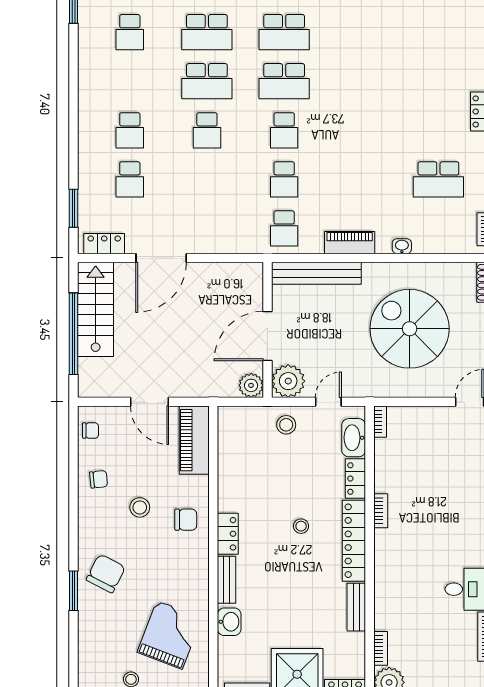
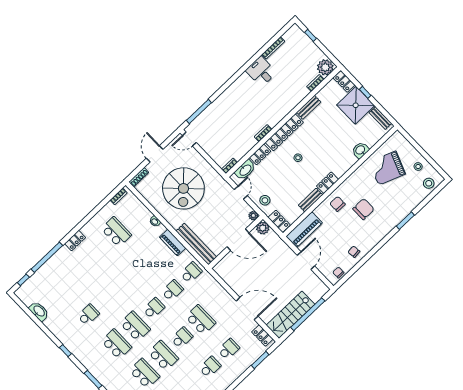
school desk: (361, 32) -> (88, 315), added
school desk: (207, 179) -> (200, 320), added
plant: (288, 381) -> (253, 216), width x0.53, depth x0.53
door: (328, 402) -> (241, 193), swing flipped
locker: (239, 417) -> (279, 221), added
stool: (140, 507) -> (429, 183), moved
chair: (106, 573) -> (363, 209), moved, turned 153
bench: (226, 580) -> (311, 200), moved

